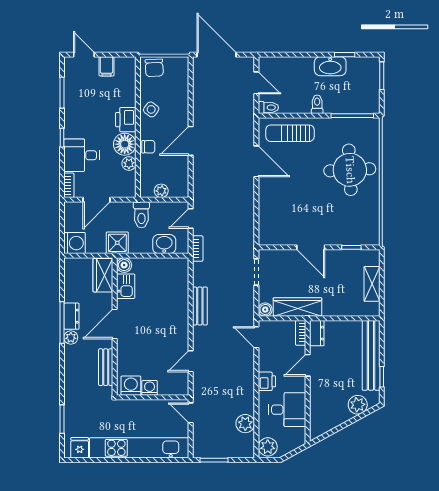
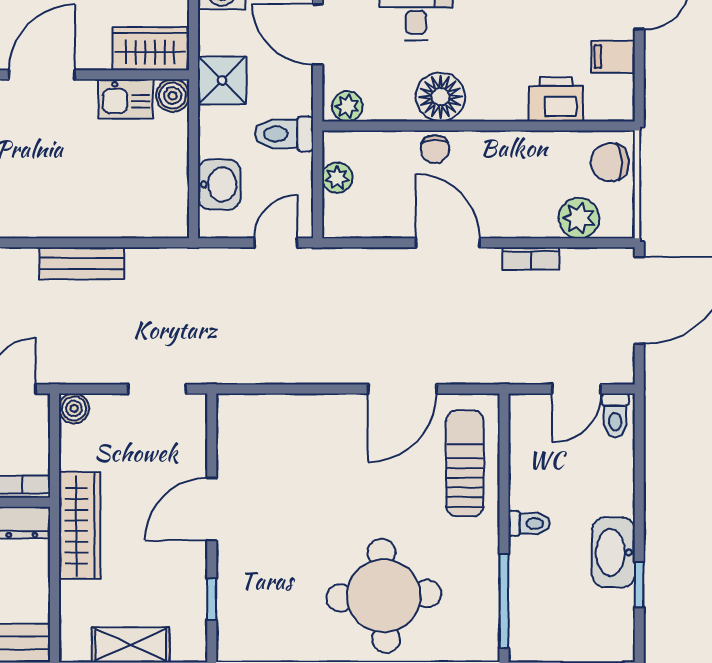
plant: (179, 82) -> (579, 218), added
toilet: (268, 107) -> (615, 415), moved
side table: (151, 109) -> (518, 155), removed
printer: (126, 120) -> (556, 99), moved
plant: (129, 164) -> (347, 106), moved
door: (191, 219) -> (276, 243), hinge flipped
bookcase: (198, 249) -> (531, 259), moved
wardrobe: (297, 307) -> (80, 526), moved
door: (115, 324) -> (42, 75), hinge flipped

